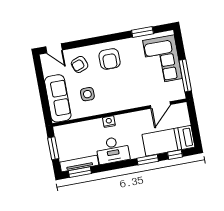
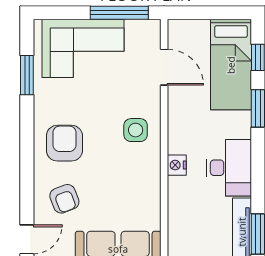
armchair: (110, 59) -> (64, 143), turned -90
side table: (87, 94) -> (136, 130), moved

